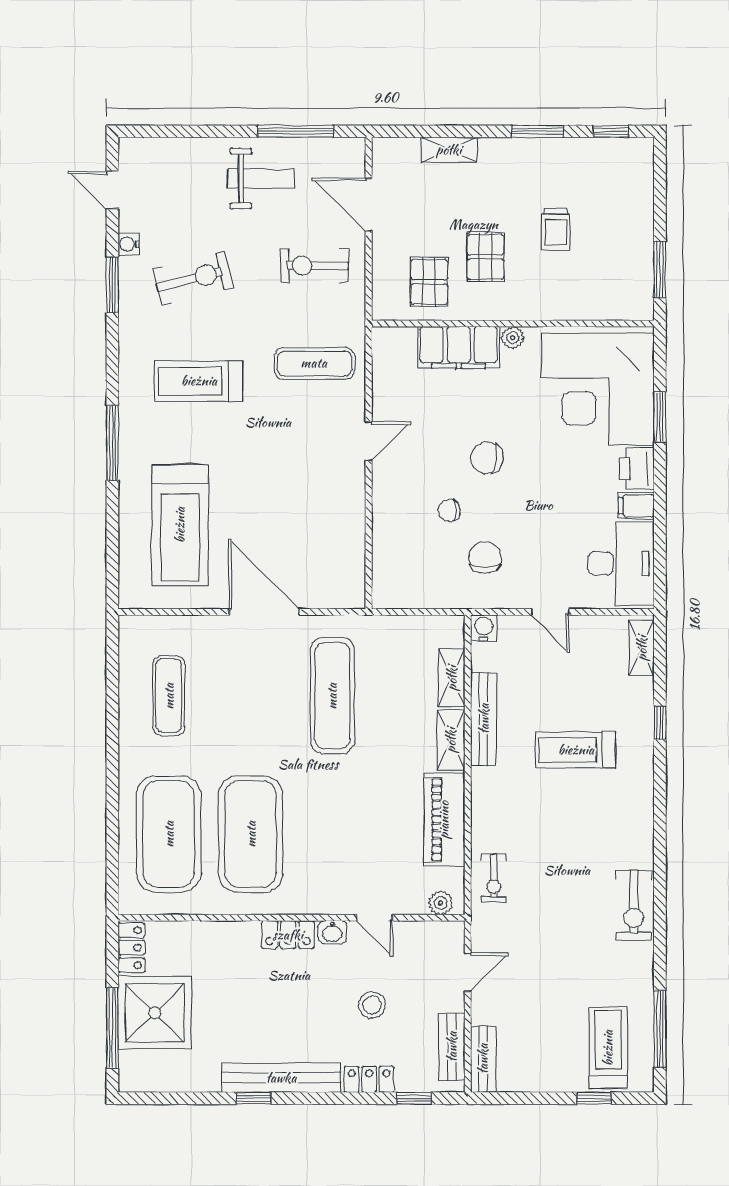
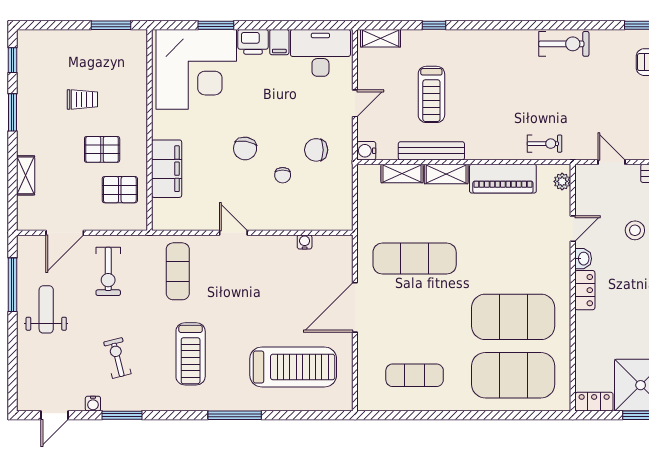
exercise bike: (193, 279) -> (117, 358), width x0.73, depth x0.72
plant: (513, 338) -> (160, 130), removed
water cooler: (356, 541) -> (305, 242), added
treadmill: (576, 750) -> (431, 94), moved

